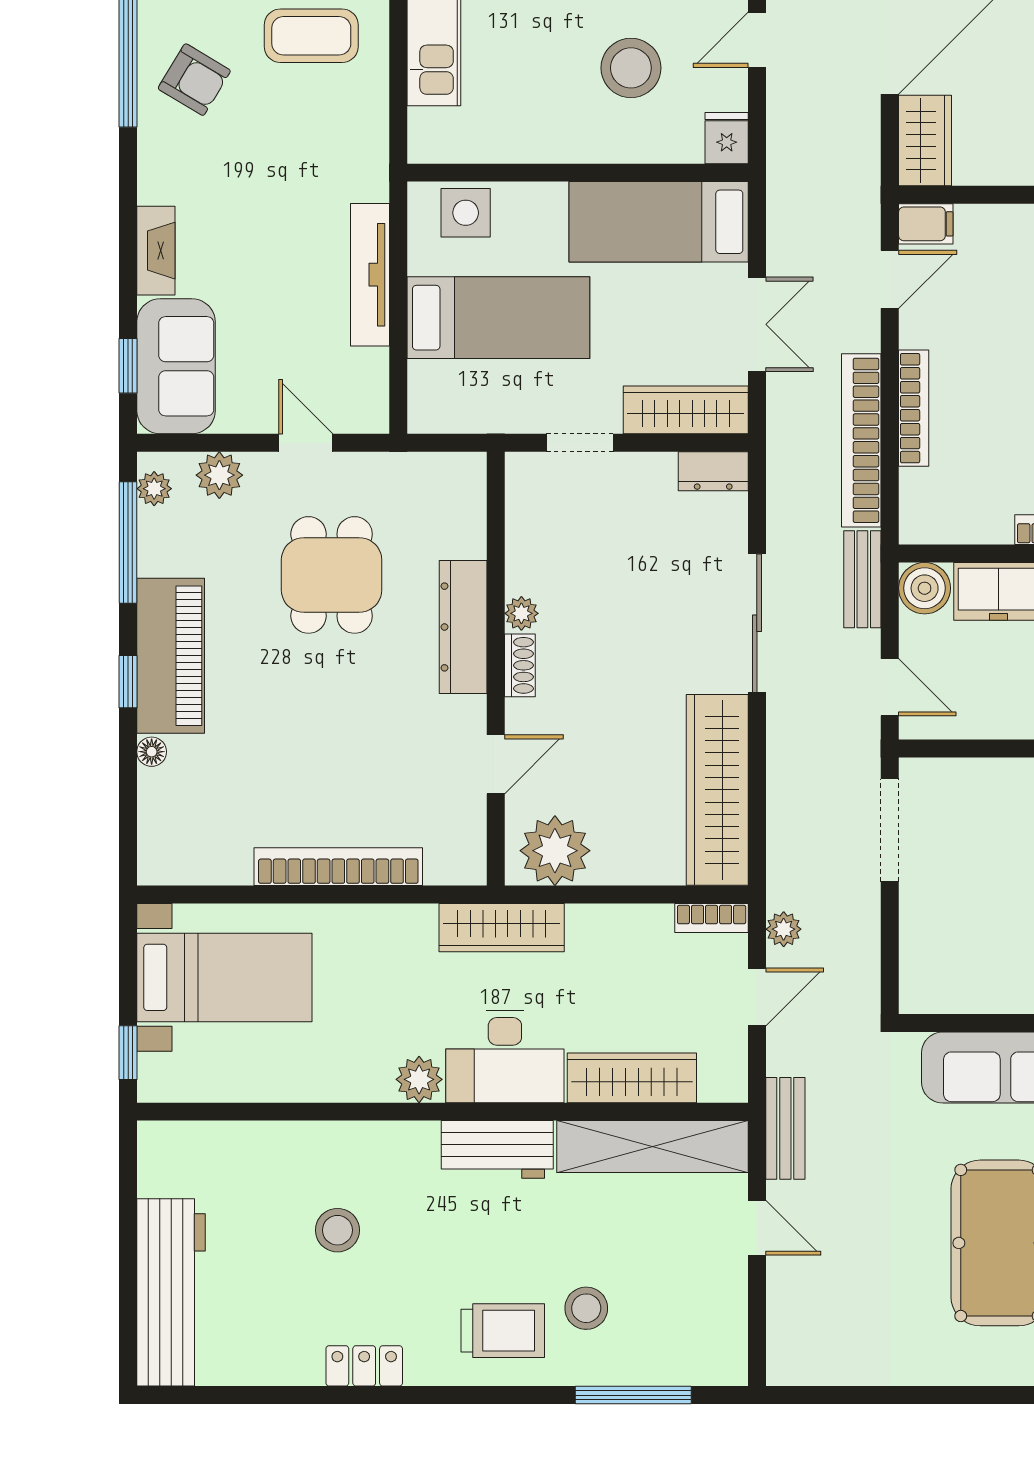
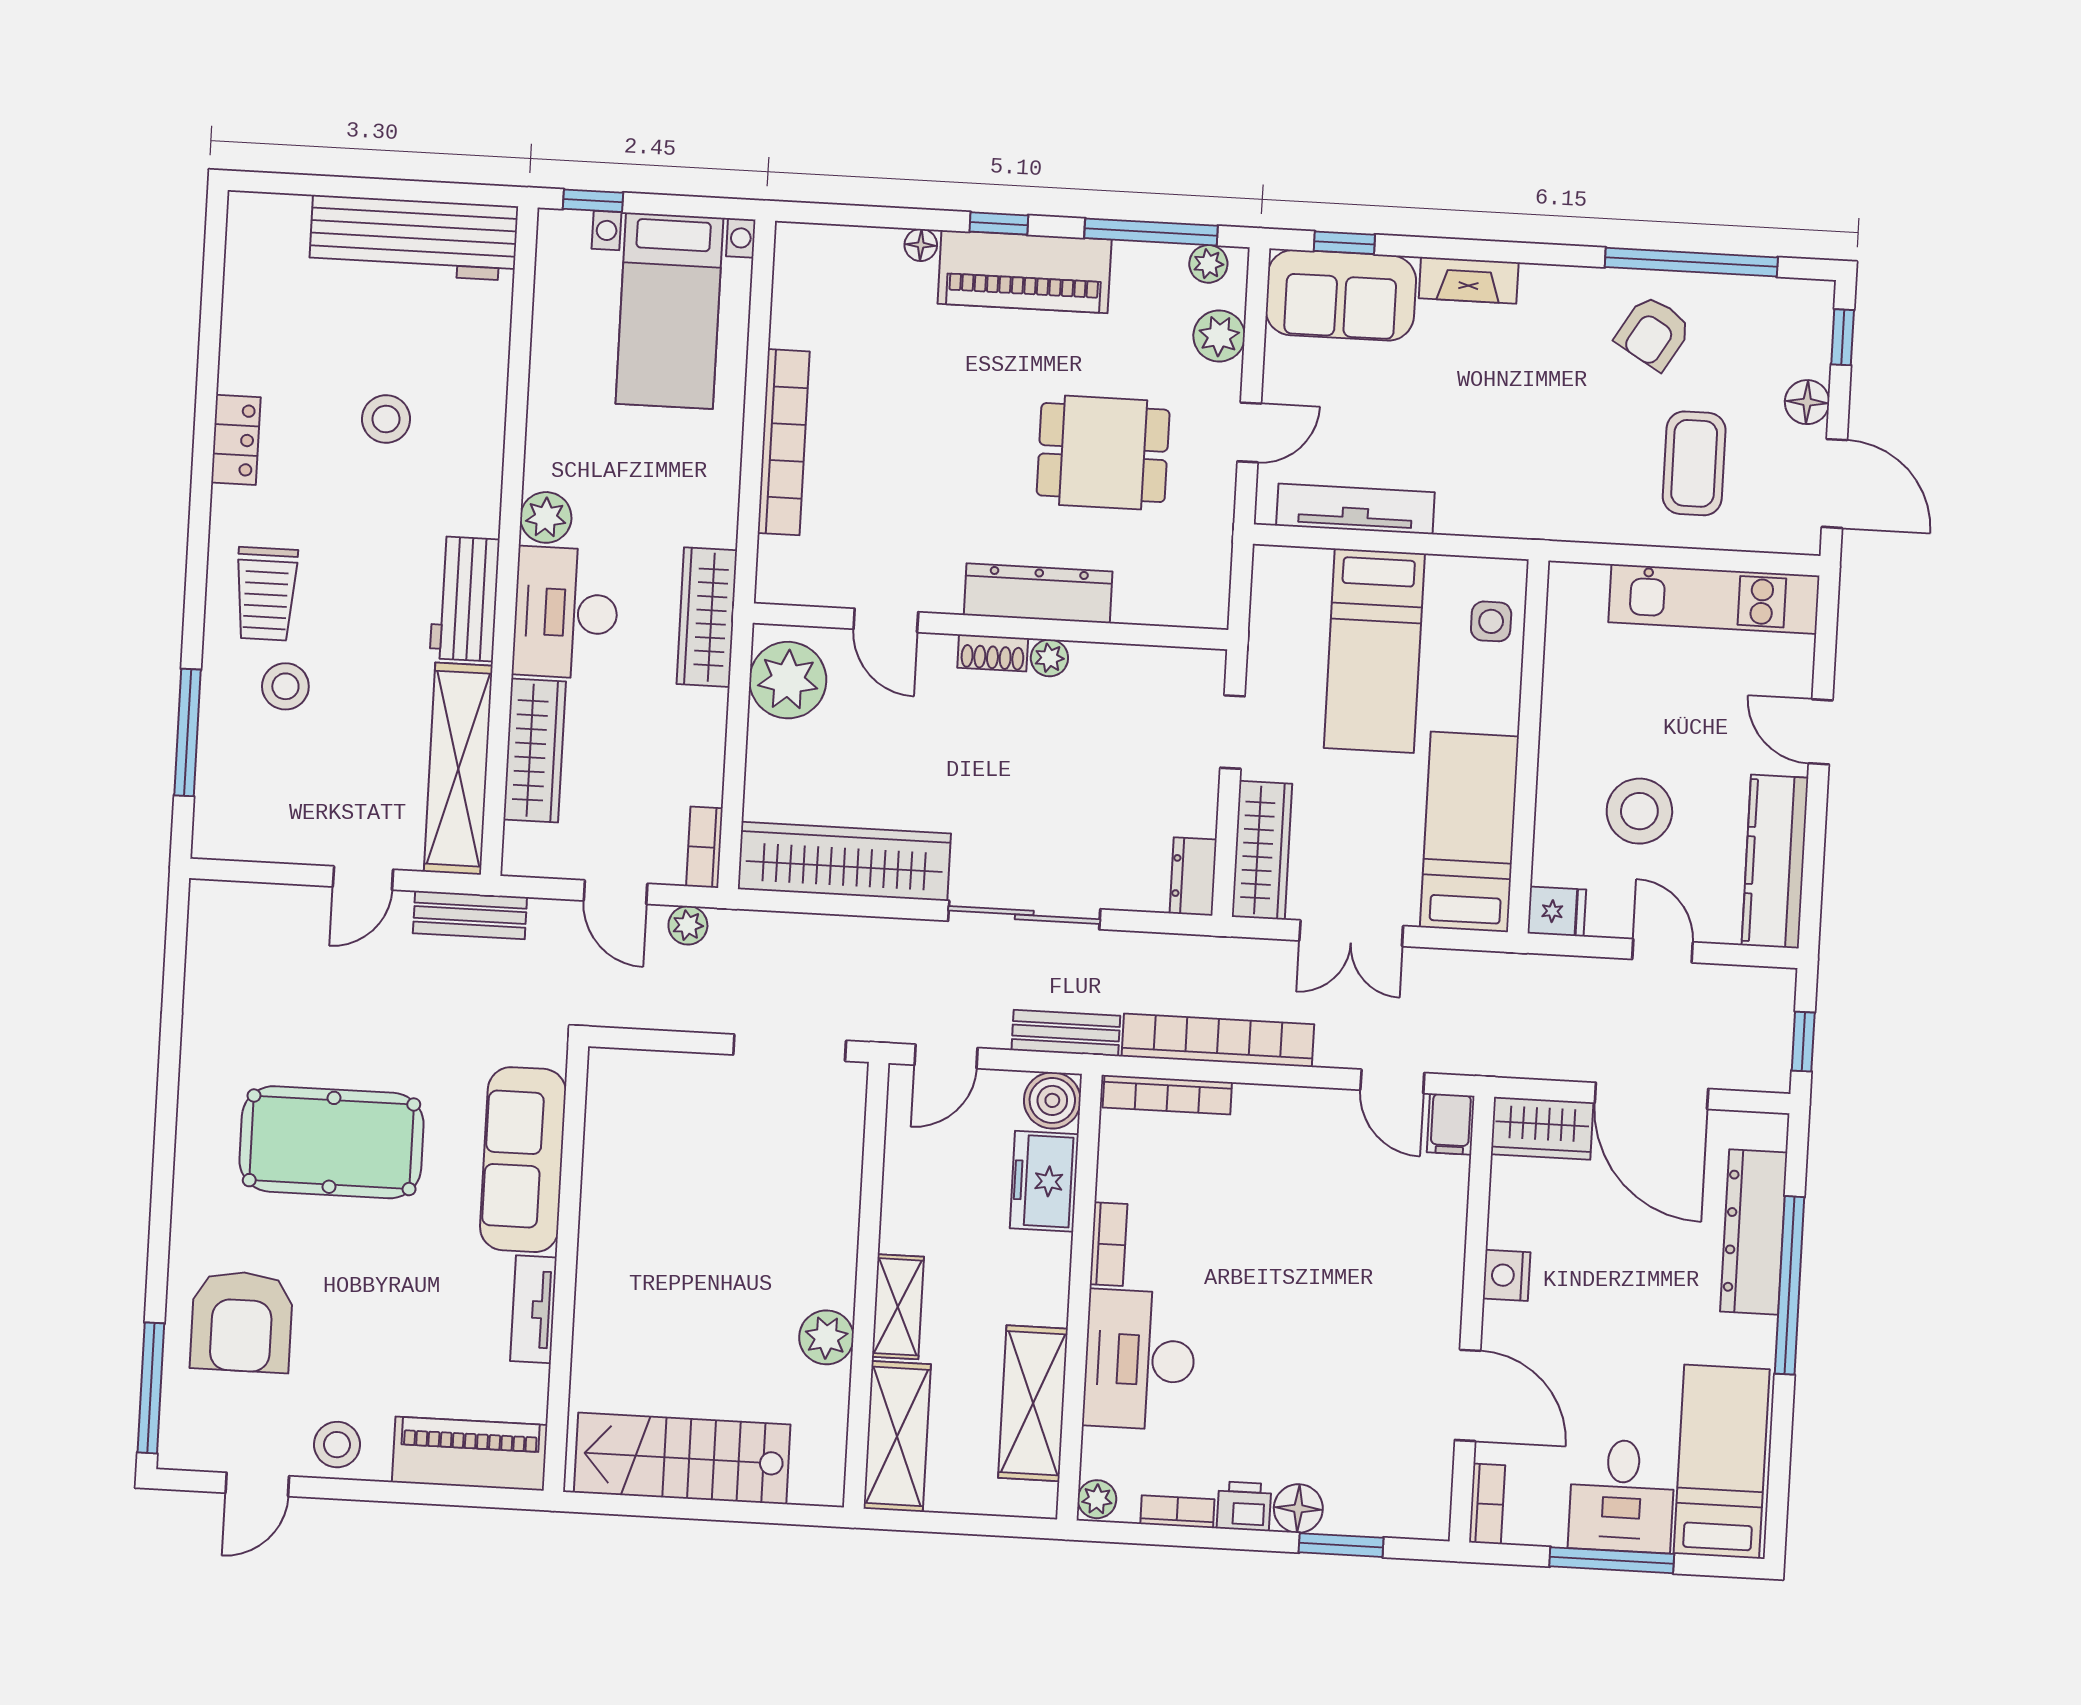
side table: (466, 213) -> (1491, 621), width x0.73, depth x0.73
tv unit: (370, 275) -> (1355, 509), moved
bookcase: (914, 408) -> (1167, 1095), moved
workbench: (171, 1292) -> (414, 238), moved

